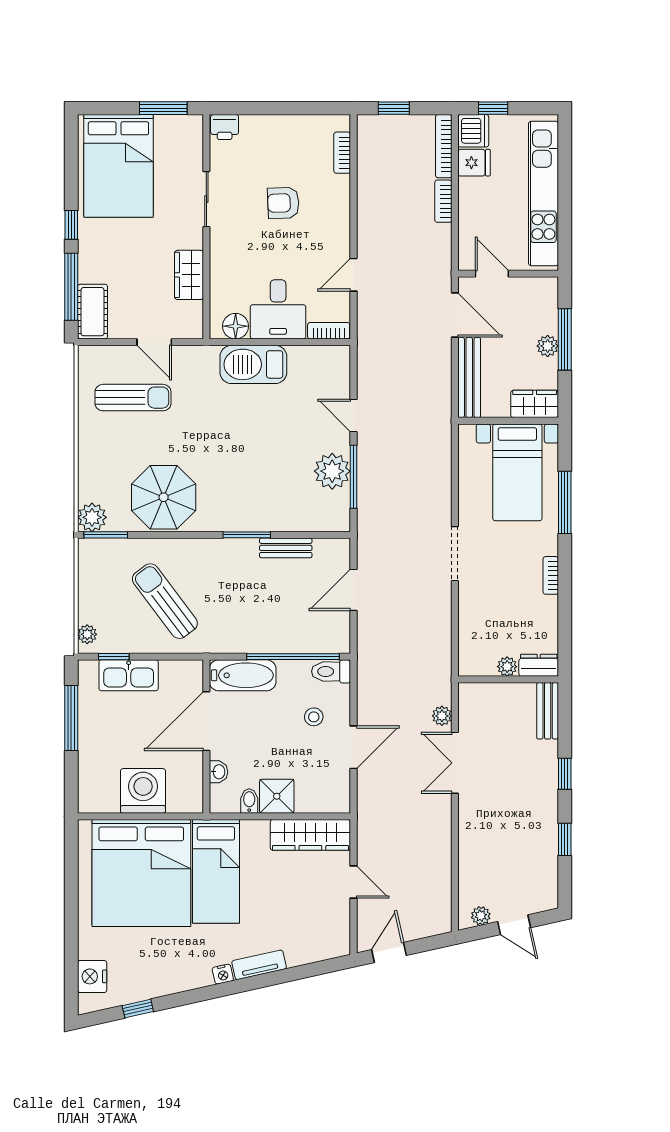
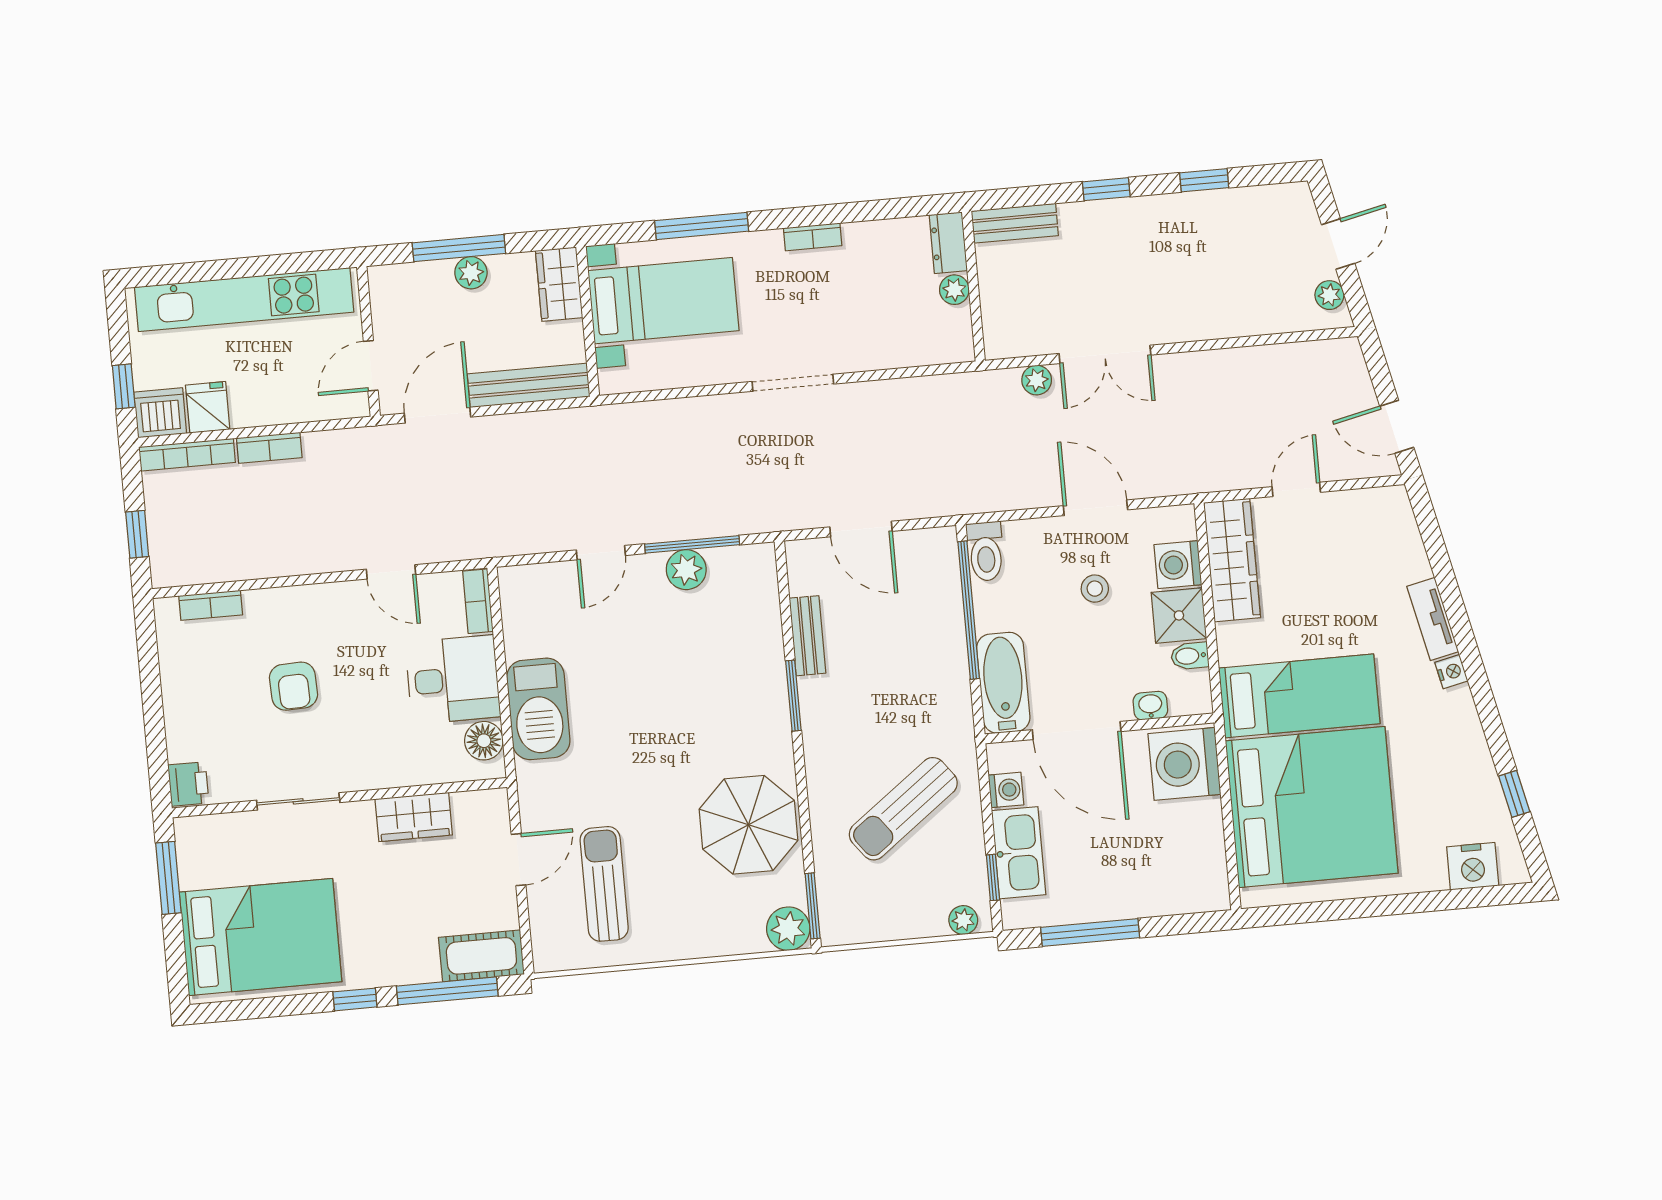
plant: (332, 471) -> (686, 570), width x0.73, depth x0.73
washing machine: (171, 671) -> (1006, 790), added
stool: (314, 717) -> (1095, 589), moved
washing machine: (143, 791) -> (1184, 764), moved
washing machine: (311, 799) -> (1178, 565), added

